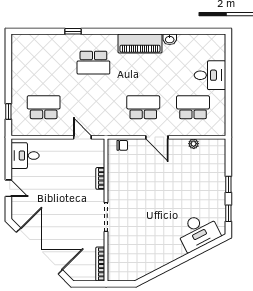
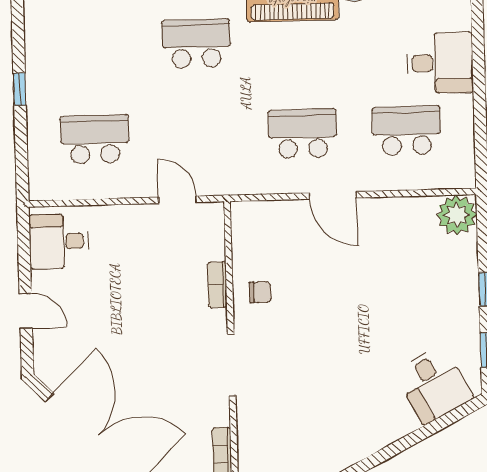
school desk: (93, 63) -> (196, 43), turned 180
window: (8, 111) -> (20, 89), moved
plant: (194, 144) -> (457, 215), moved, width x1.88, depth x1.88
chair: (122, 145) -> (260, 292), moved
desk: (198, 232) -> (434, 385), width x0.73

